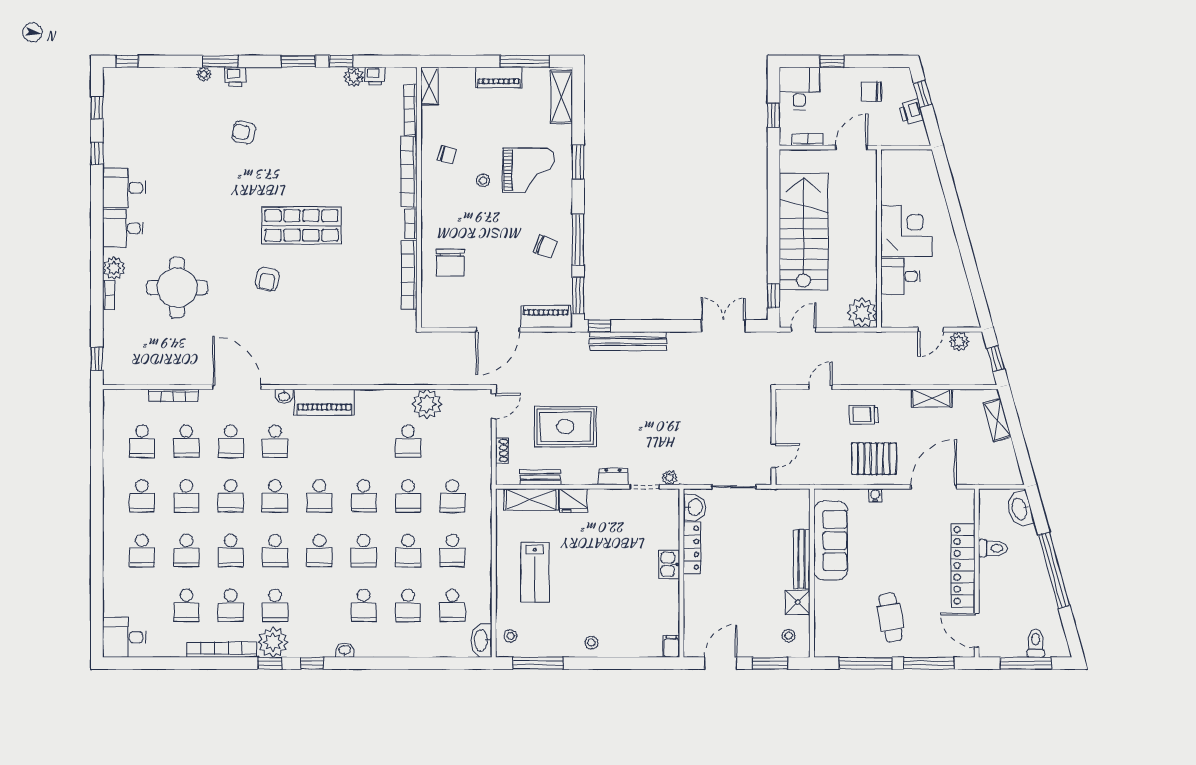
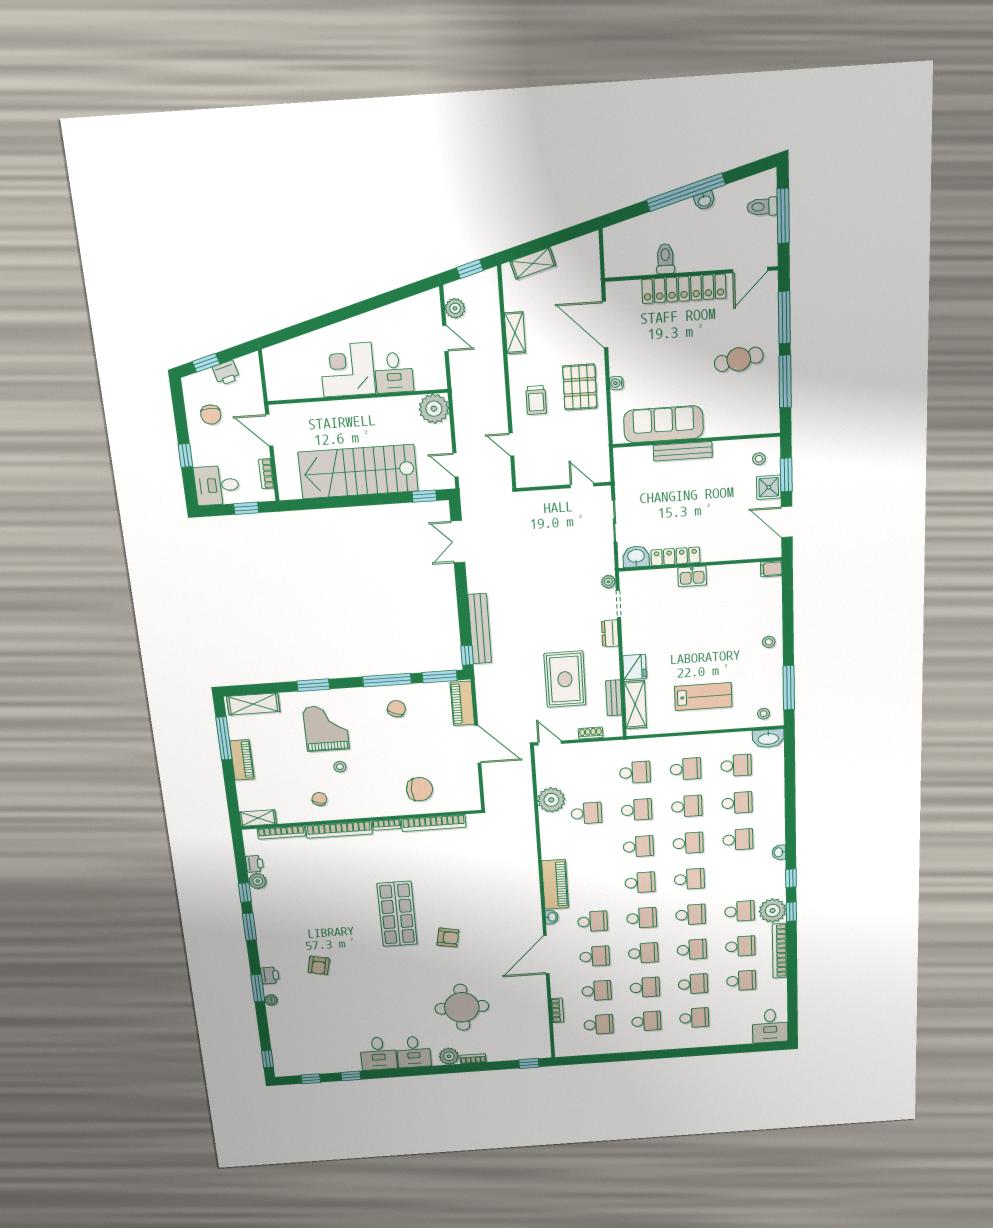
bookcase: (173, 395) -> (557, 1010), width x0.64
washbasin: (1020, 509) -> (705, 201), moved, width x0.52, depth x0.69
shower: (798, 602) -> (769, 487), moved

